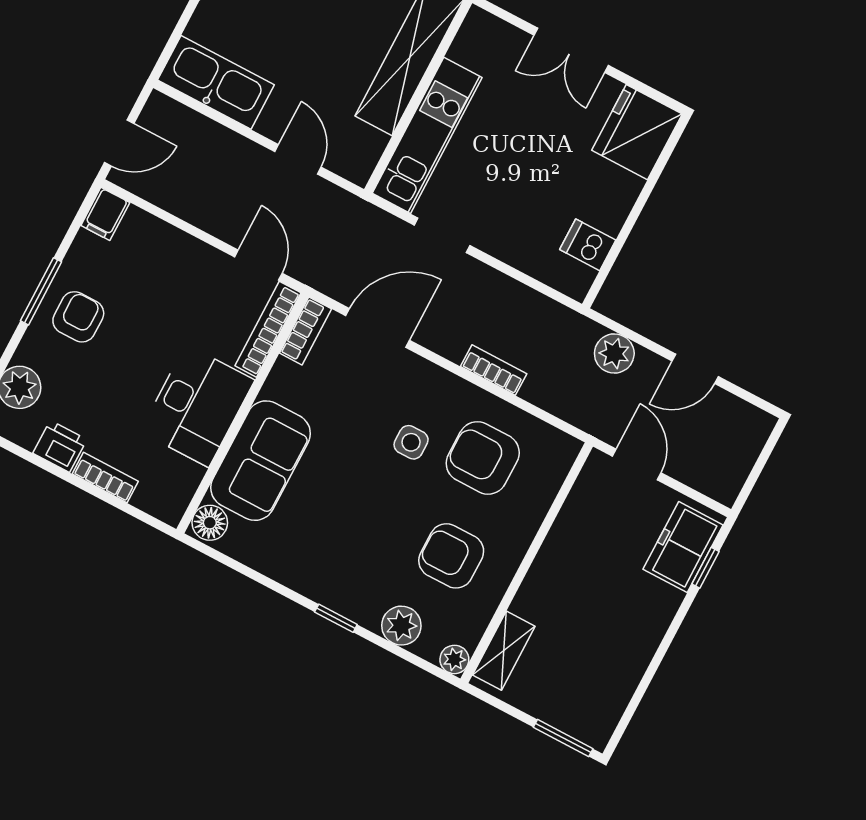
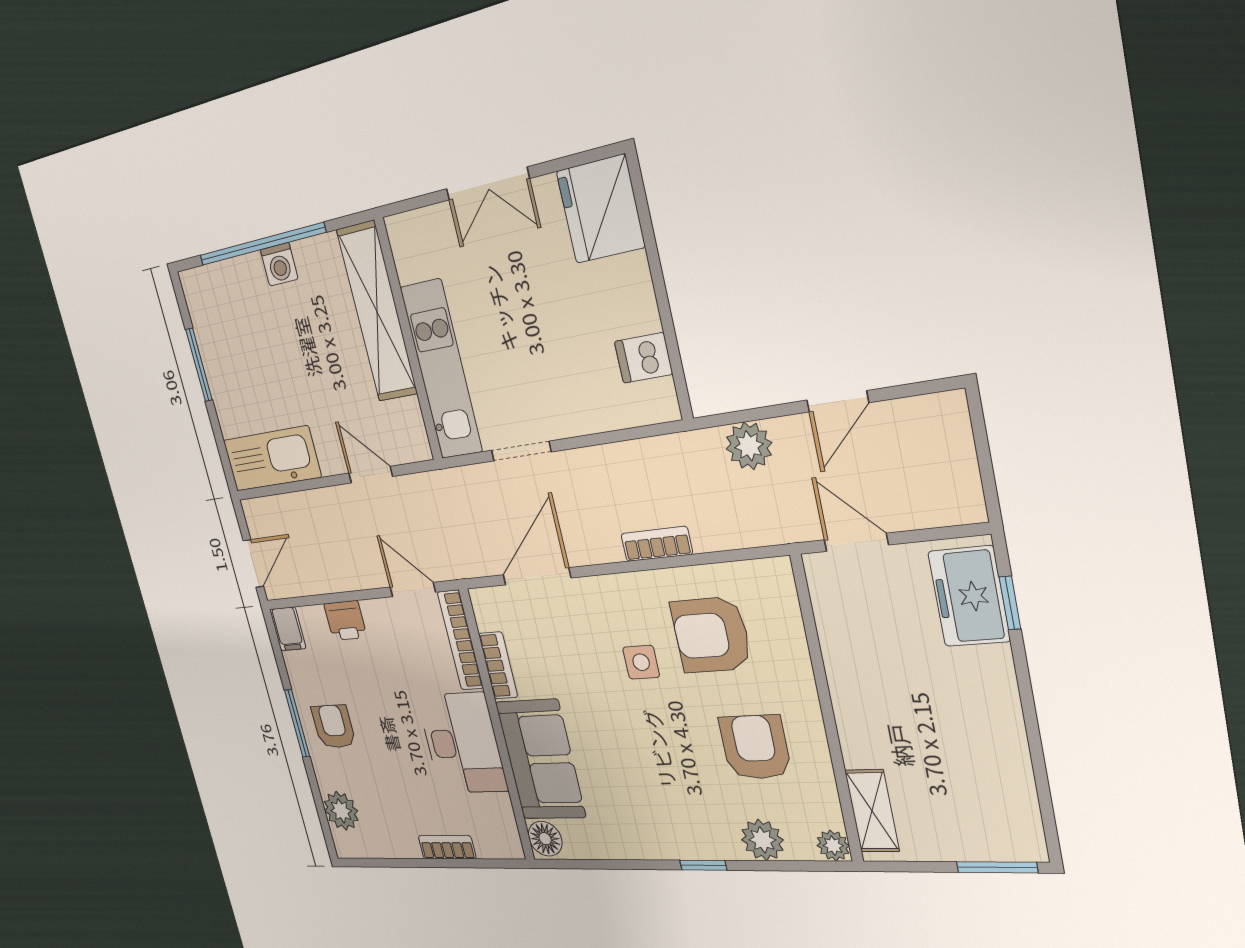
bookcase: (305, 331) -> (498, 665), moved
printer: (60, 446) -> (345, 621), moved, turned 180
armchair: (451, 556) -> (755, 747), turned 90

